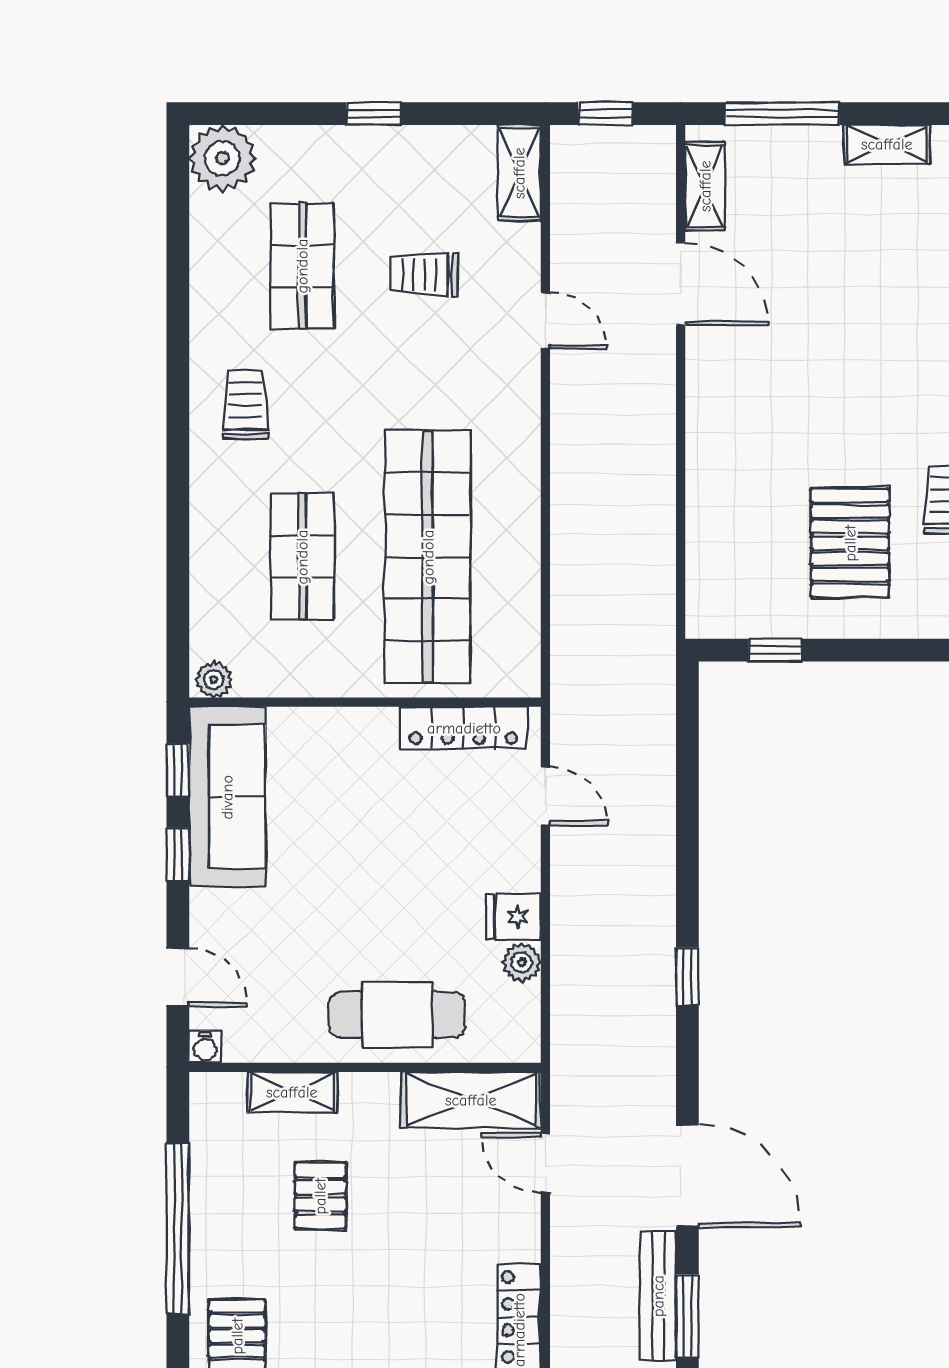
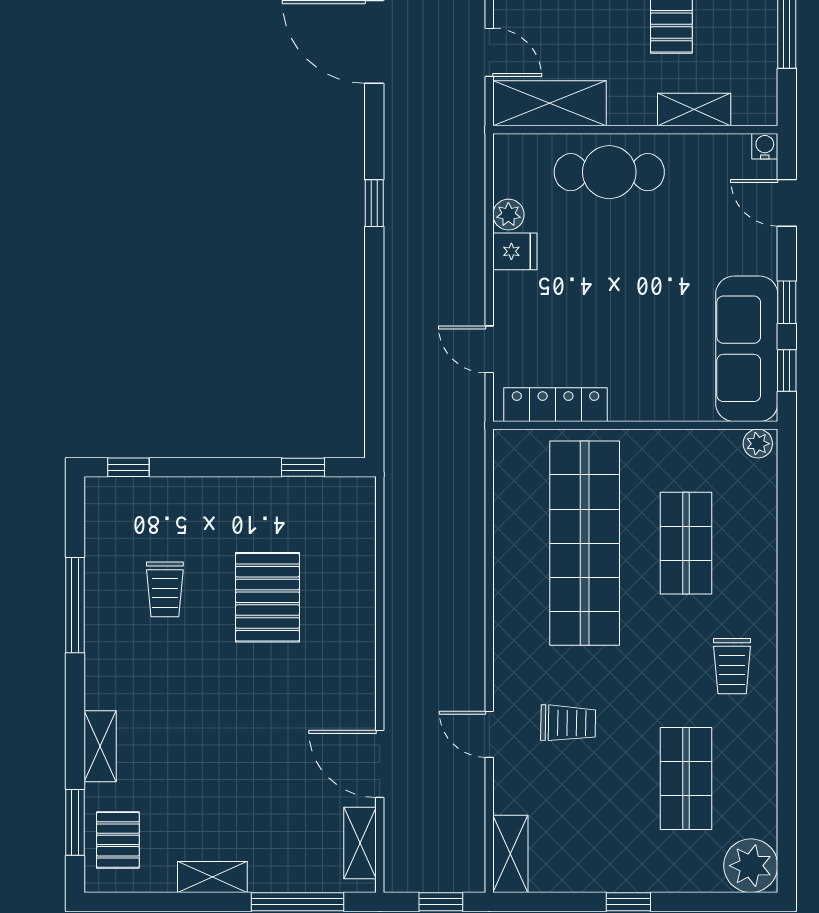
trolley: (424, 274) -> (568, 723), moved
pallet: (850, 543) -> (268, 597), moved

